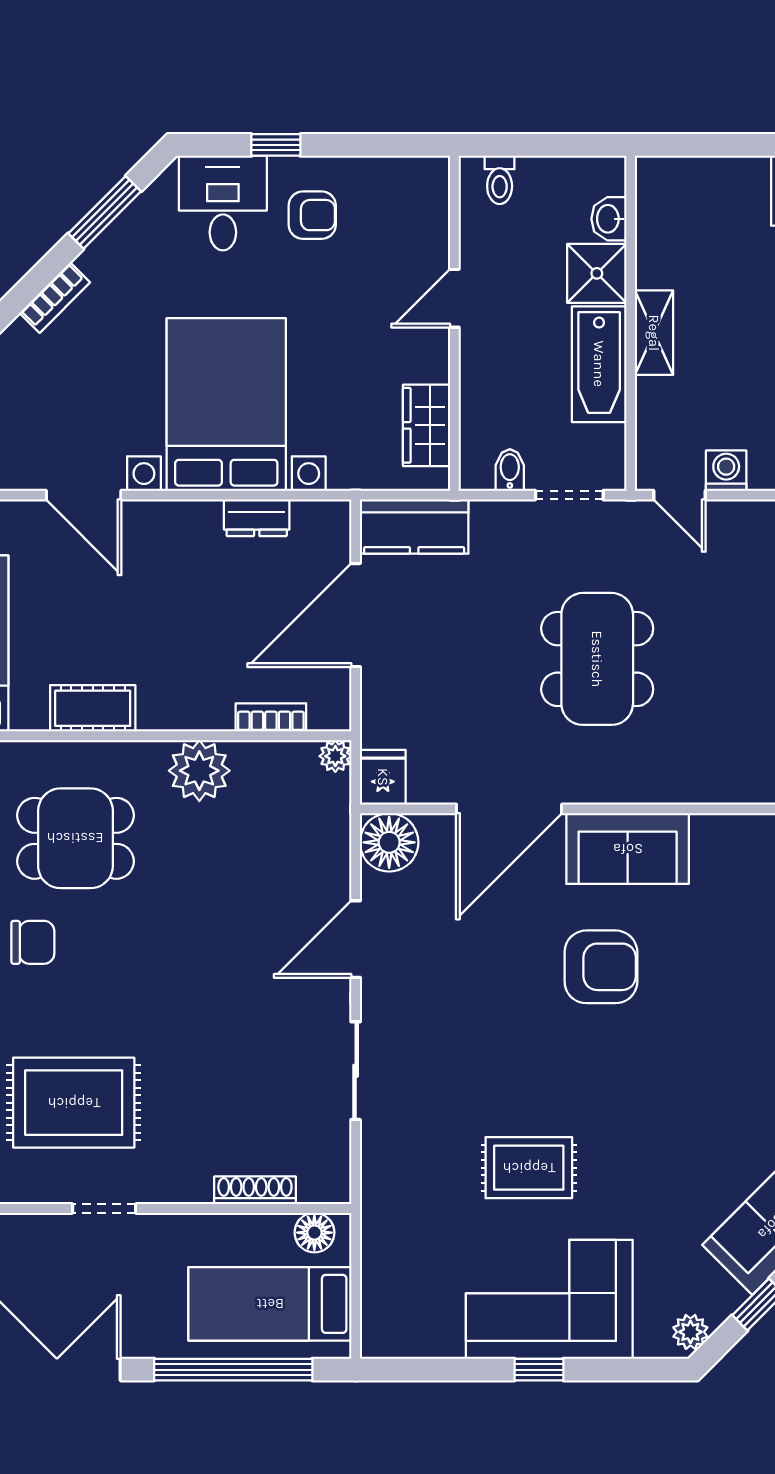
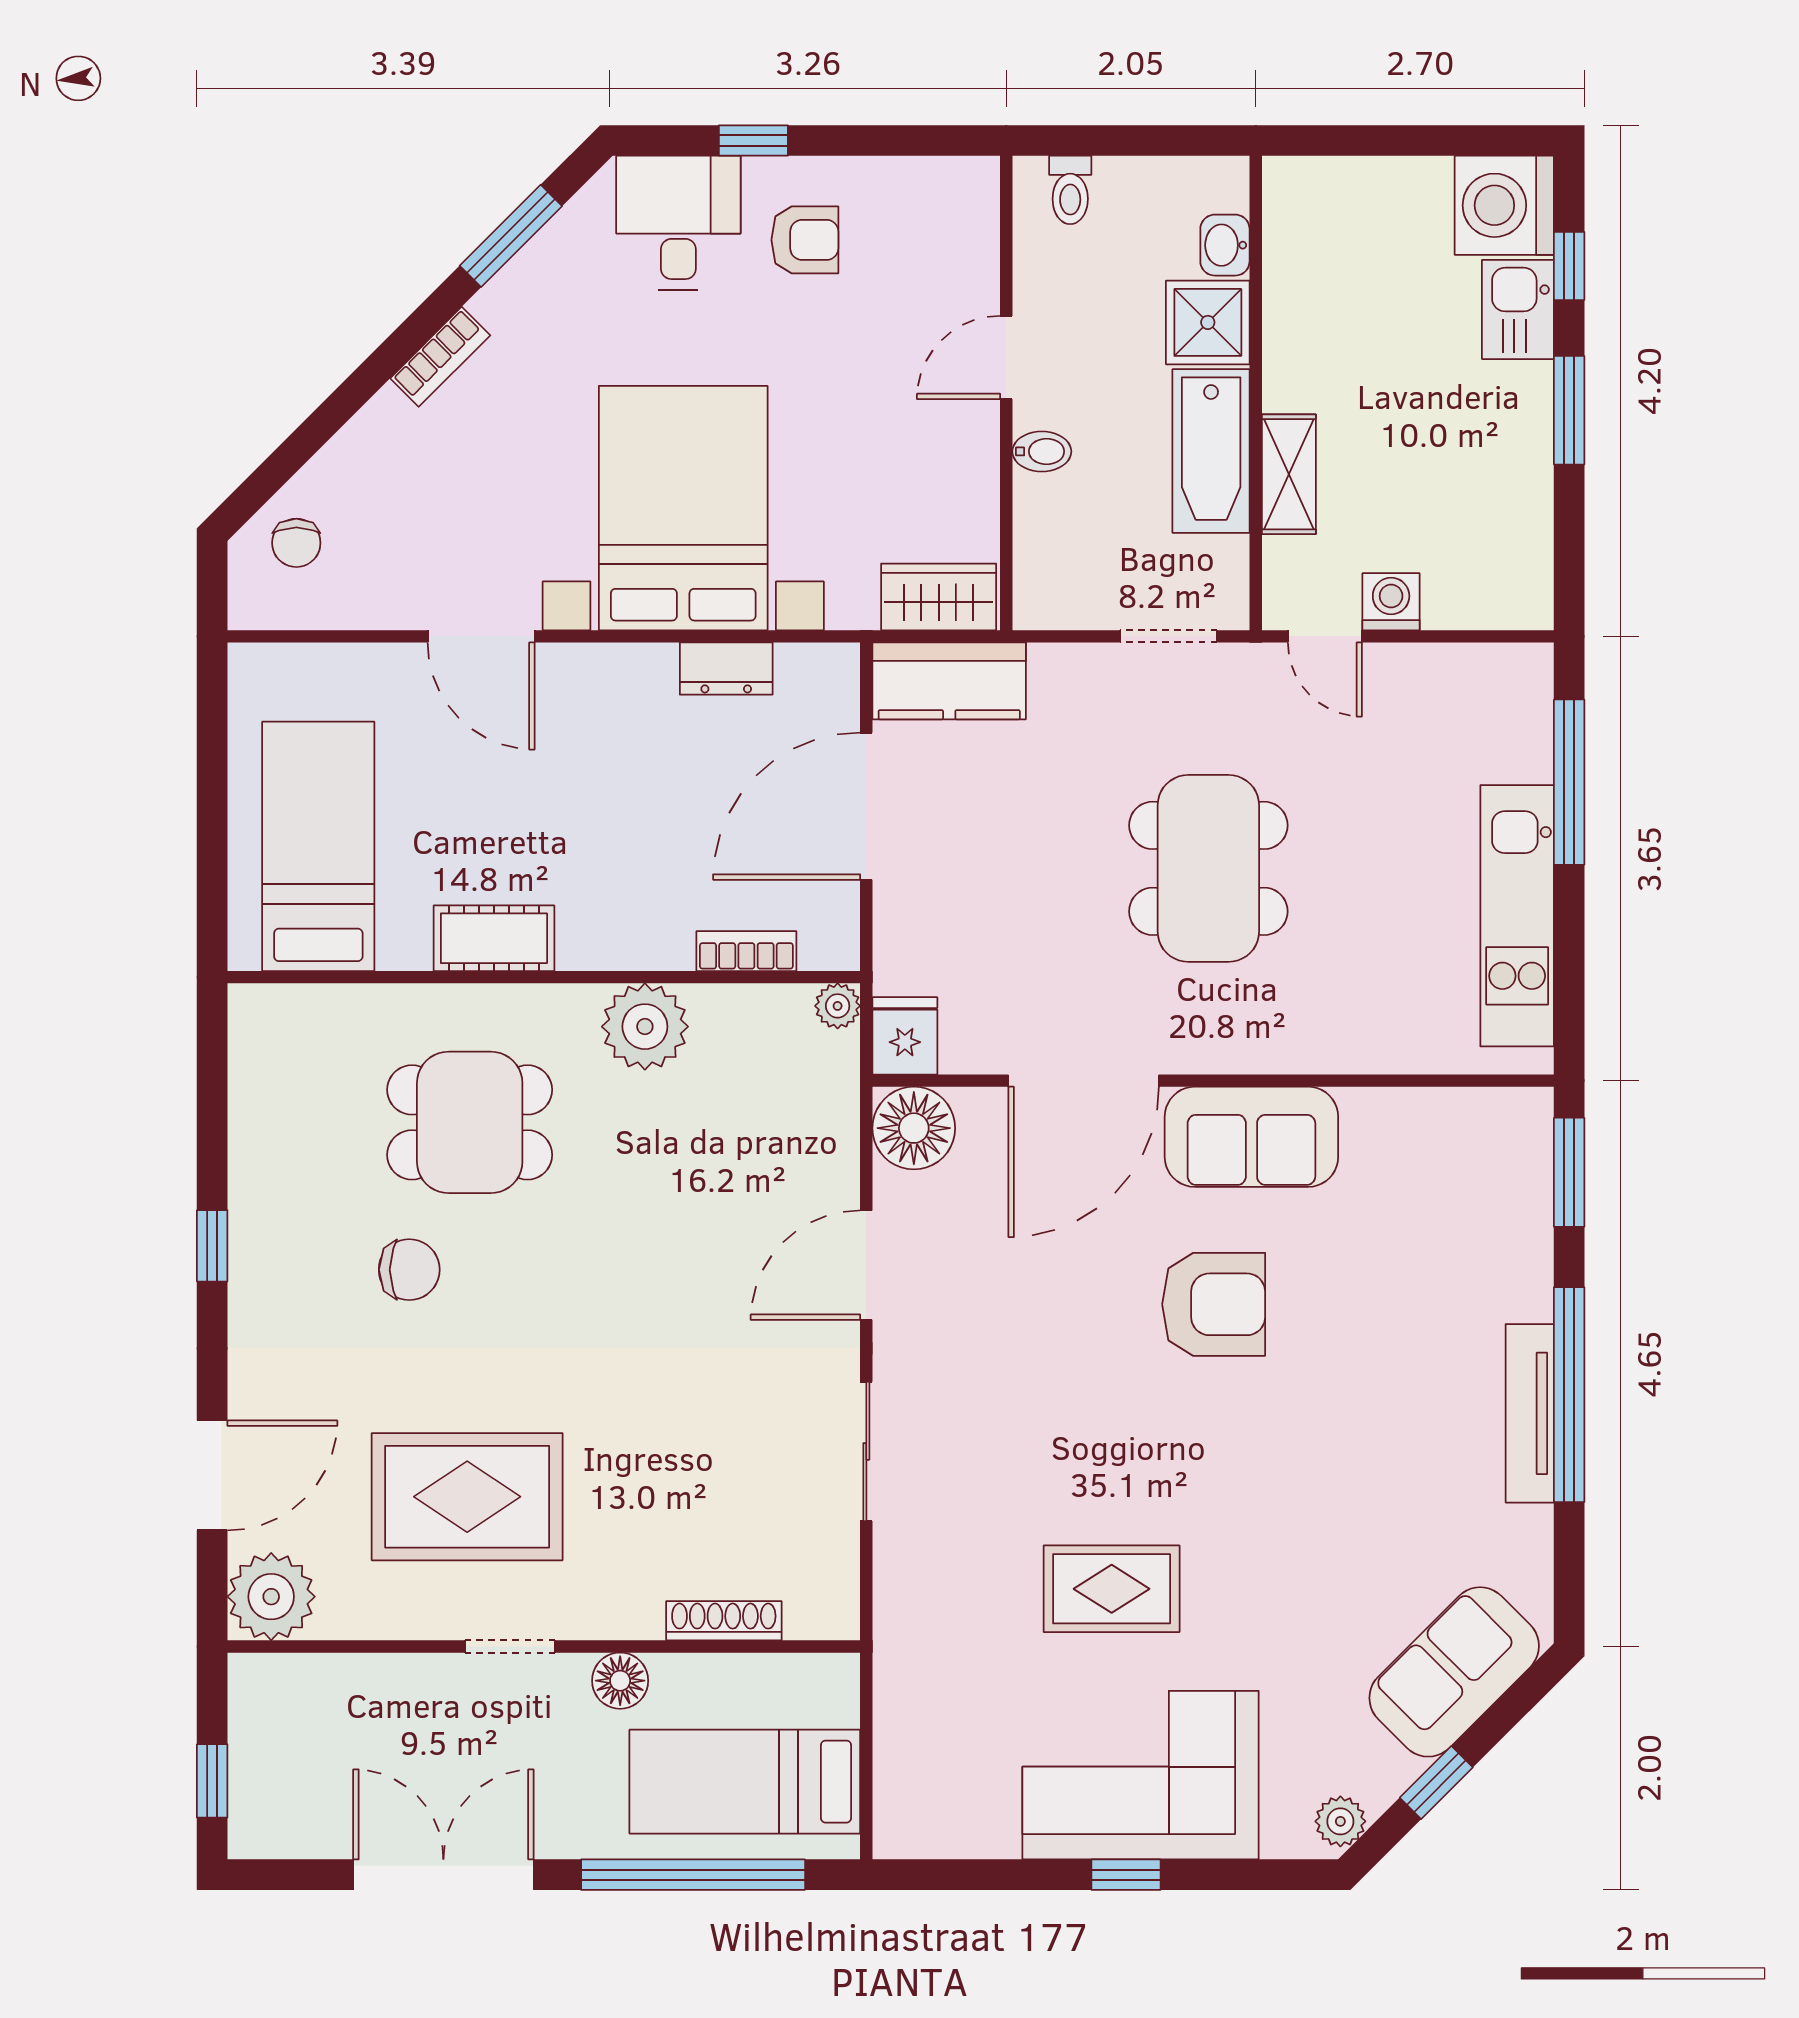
shelving: (654, 333) -> (1289, 474), moved
wardrobe: (427, 425) -> (939, 597), moved, turned 90
bidet: (510, 470) -> (1042, 451), moved, turned 90
floor lamp: (314, 1233) -> (620, 1681), moved

